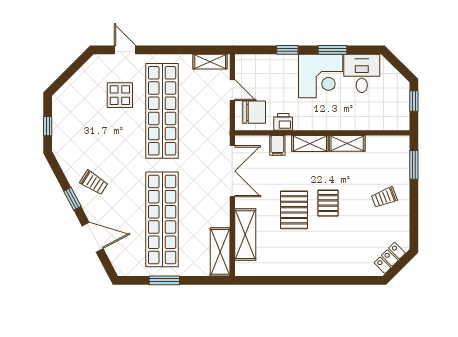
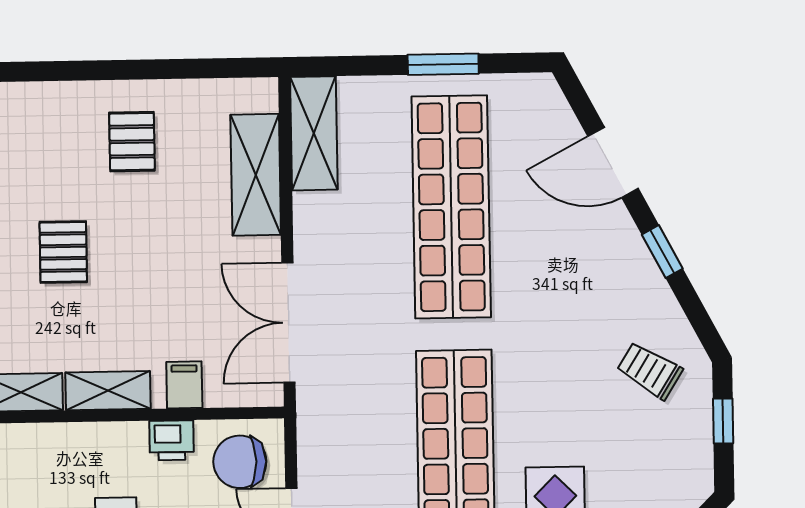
trolley: (94, 183) -> (650, 370), moved
pallet: (294, 210) -> (132, 142), moved, width x0.67, depth x0.71

